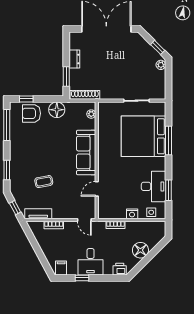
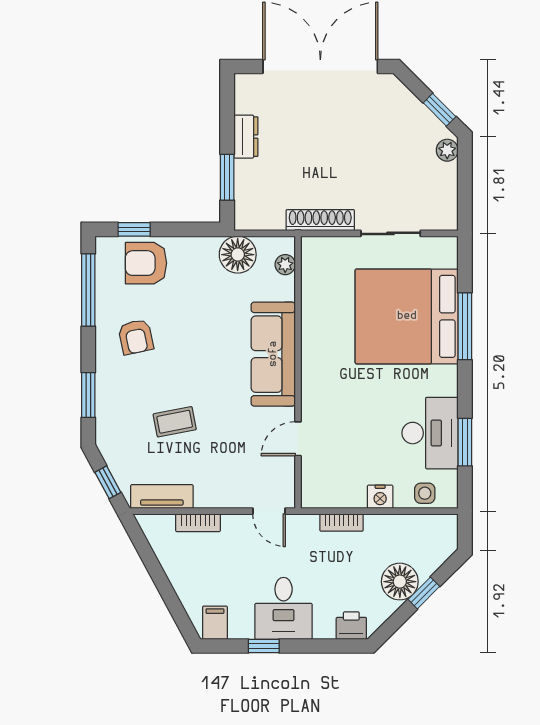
shoe rack: (85, 95) -> (320, 220), moved
floor lamp: (57, 110) -> (238, 255), moved
armchair: (27, 145) -> (136, 337), added
window: (151, 255) -> (424, 593), added

